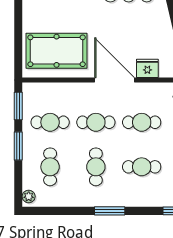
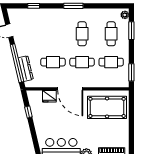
window: (18, 146) -> (131, 31), moved
cafe table: (142, 167) -> (53, 34), removed

